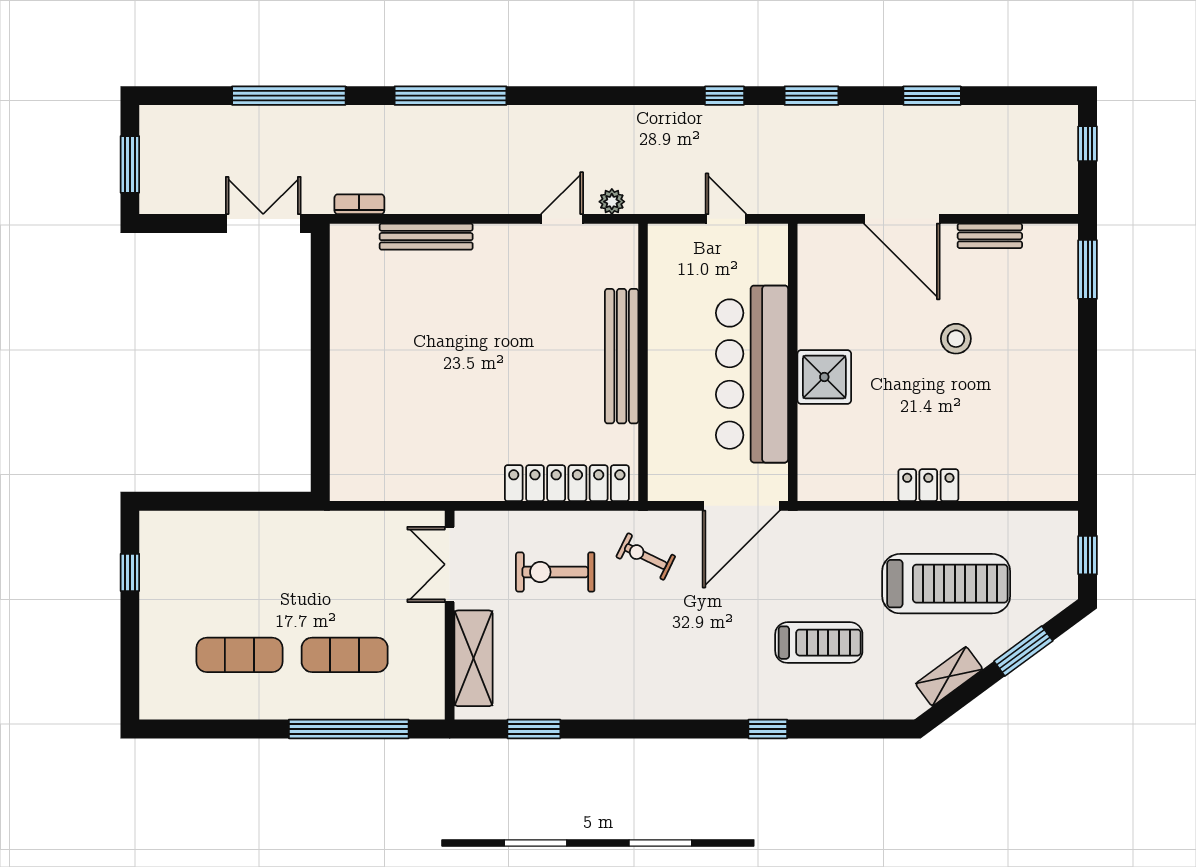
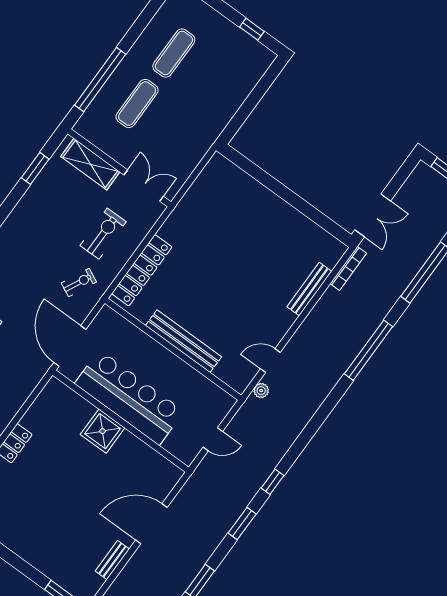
bookcase: (359, 204) -> (348, 268), width x1.56
door: (562, 219) -> (270, 361), swing flipped
stool: (956, 339) -> (75, 508), removed

